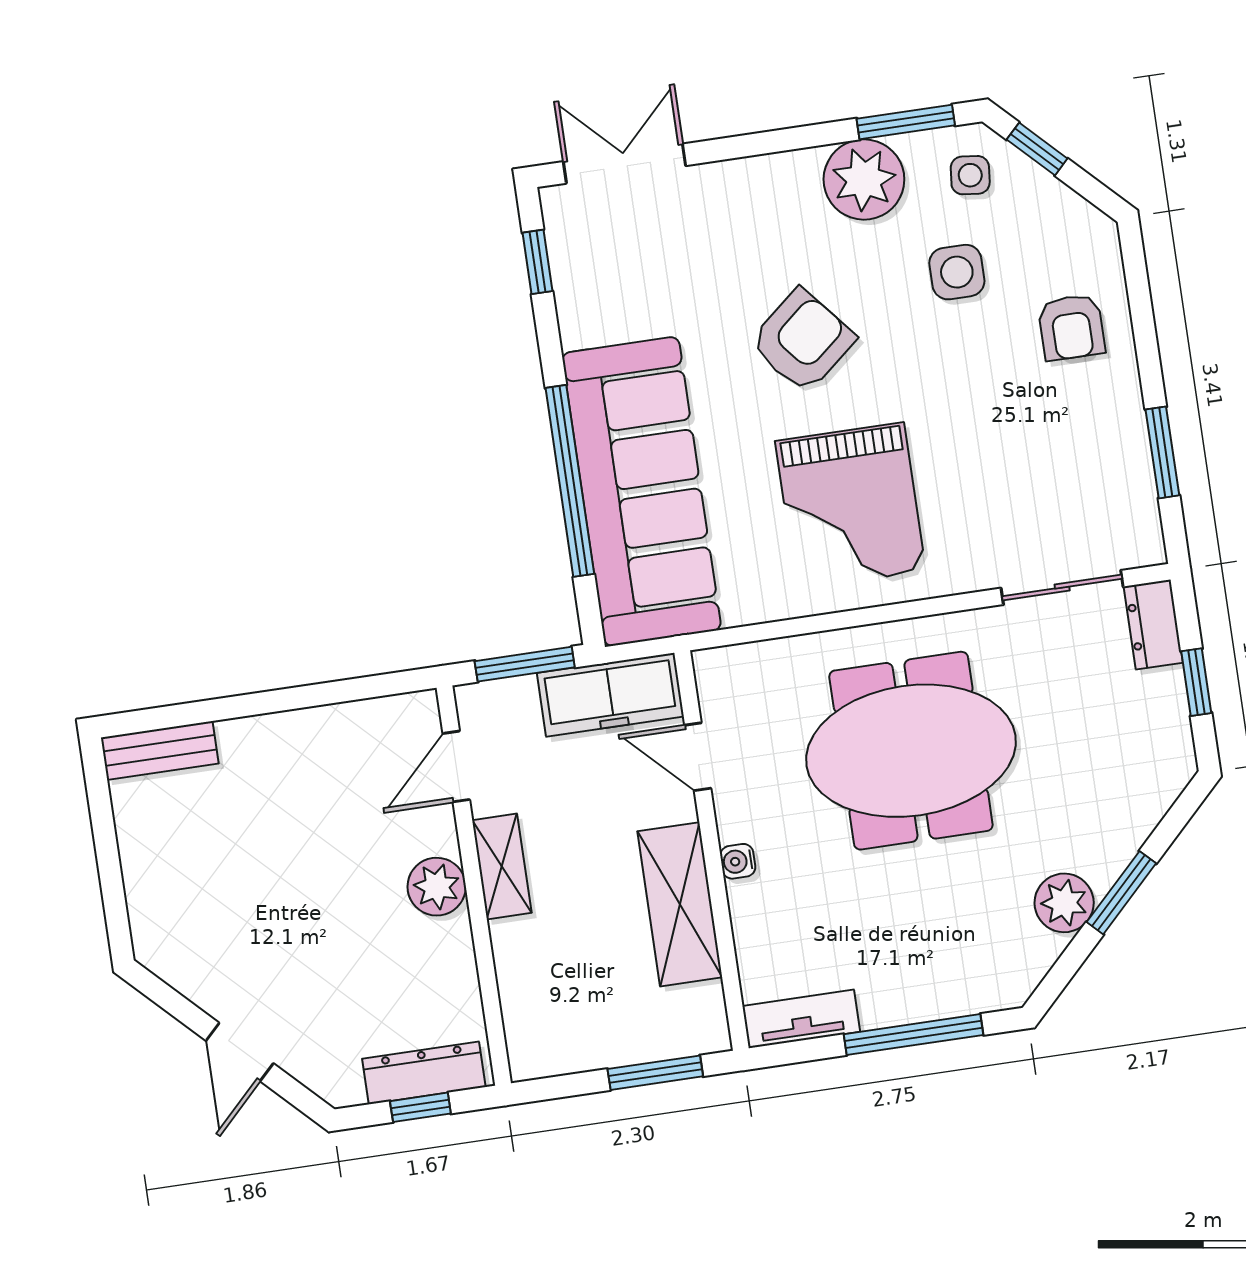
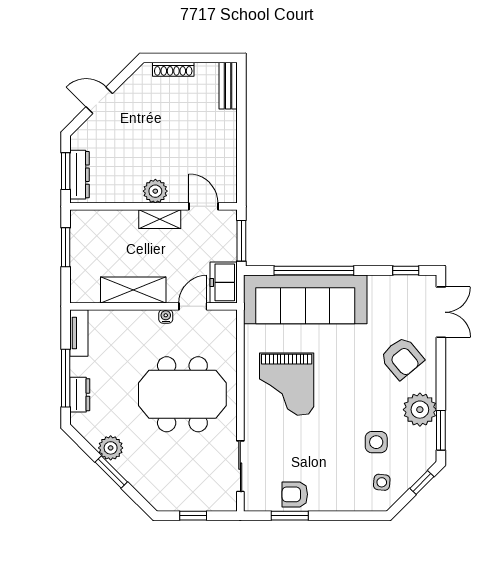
side table: (970, 175) -> (382, 482), moved
armchair: (1071, 327) -> (295, 494), moved
armchair: (802, 341) -> (402, 358), moved
grand piano: (850, 506) -> (287, 384), turned -90
dresser: (1153, 625) -> (80, 395), moved, turned 90
freezer: (610, 695) -> (224, 282), width x0.71
meeting table: (911, 751) -> (182, 394), turned 90
water cooler: (738, 861) -> (166, 316), moved
shoe rack: (140, 887) -> (173, 69), added
window: (655, 1073) -> (66, 247), moved
window: (420, 1107) -> (66, 171), width x1.50

